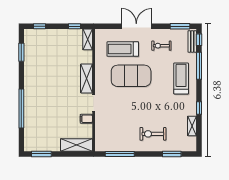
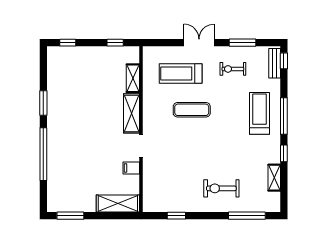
double door: (136, 26) -> (199, 43), width x0.73
window: (180, 26) -> (243, 43), moved
shelving: (88, 39) -> (133, 78), moved
window: (21, 52) -> (43, 103), moved
window: (199, 66) -> (284, 116), moved
exercise mat: (131, 76) -> (192, 110), width x0.50, depth x0.69
window: (120, 154) -> (176, 216), width x0.46
window: (172, 154) -> (247, 216), width x1.44

